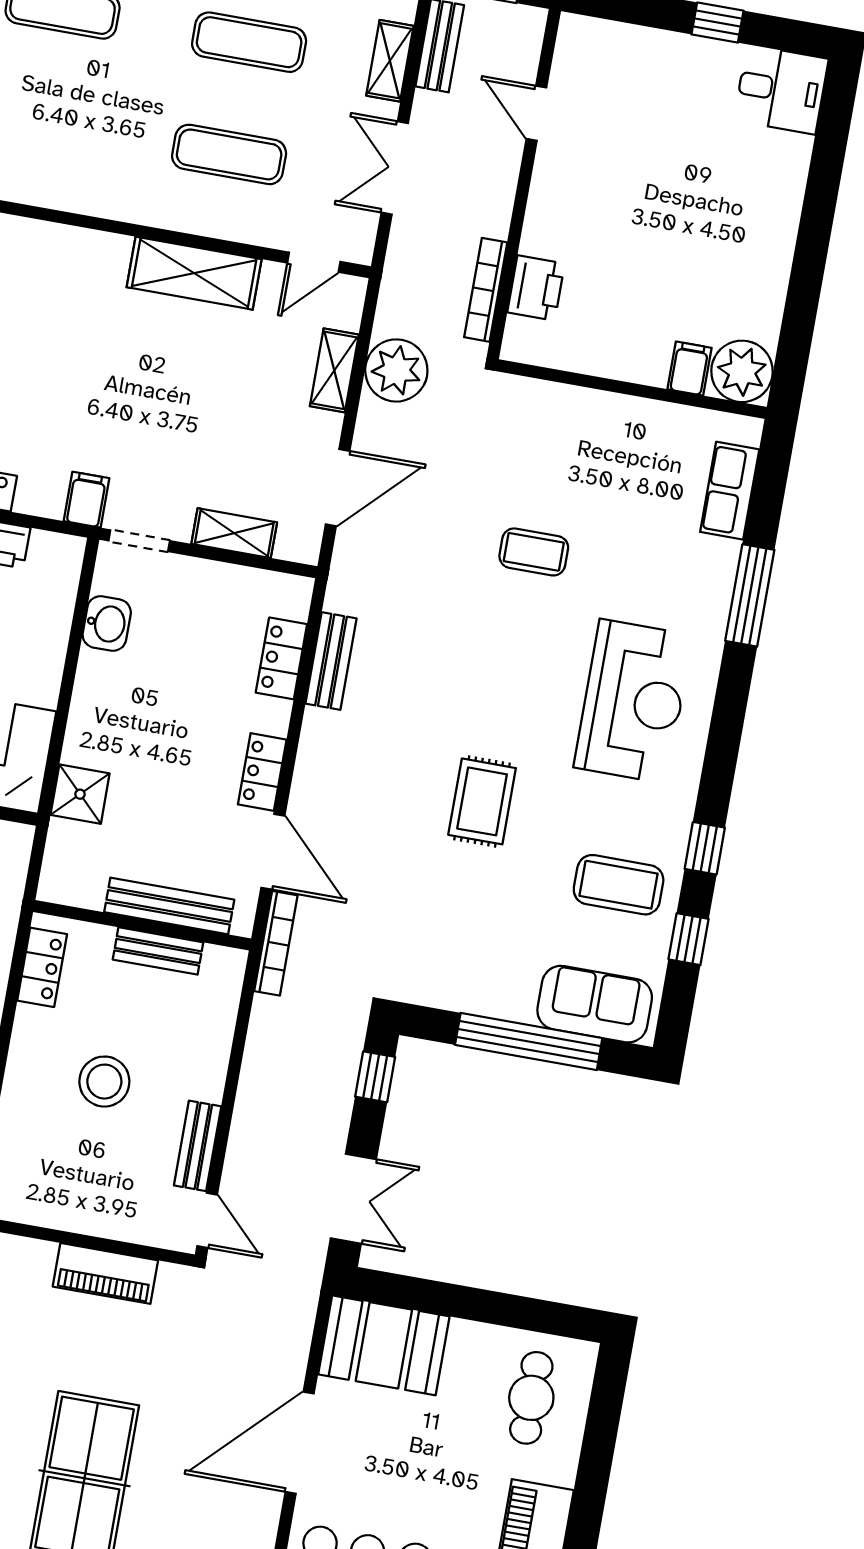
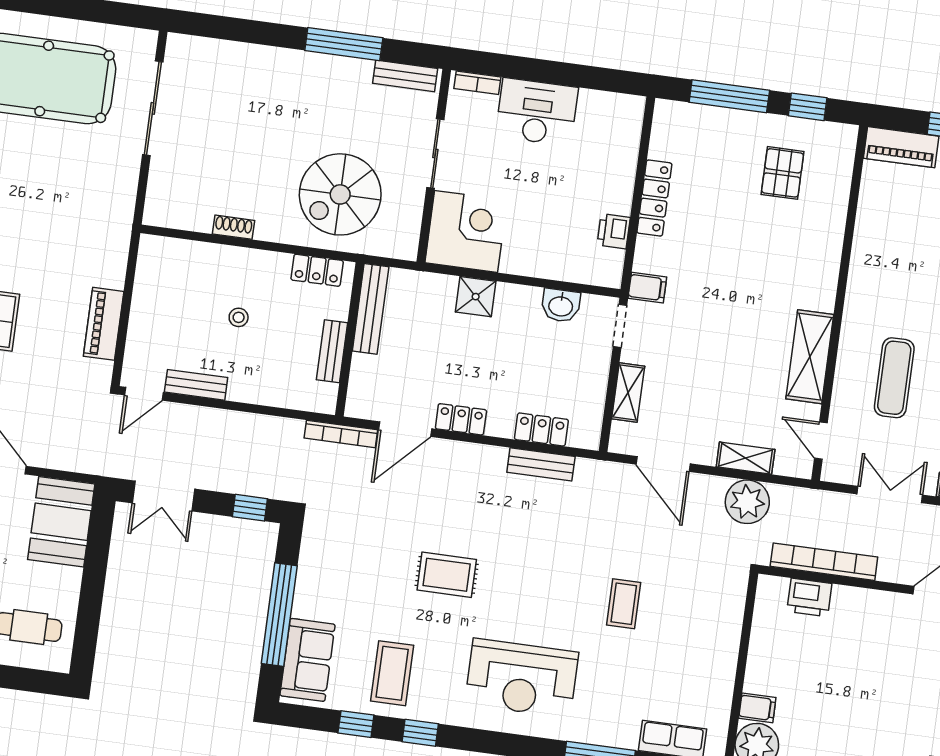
bookcase: (486, 290) -> (824, 562), width x1.48, depth x1.31
shower: (80, 794) -> (476, 297), moved
bench: (169, 906) -> (371, 309), moved
stool: (104, 1082) -> (239, 317), width x0.53, depth x0.53

